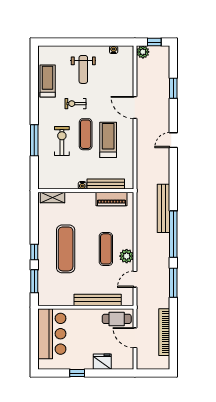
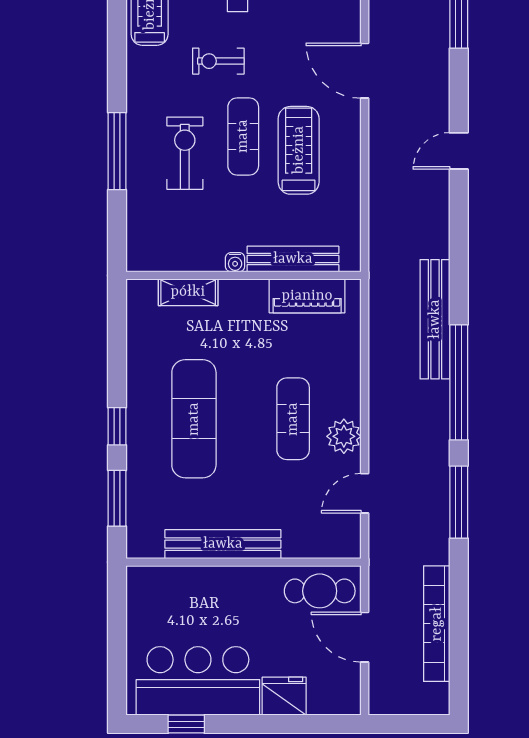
shelving: (53, 198) -> (188, 292), moved
bench: (98, 300) -> (223, 544), moved
bar counter: (52, 334) -> (198, 681), moved, turned -90
window: (77, 373) -> (186, 724), moved

